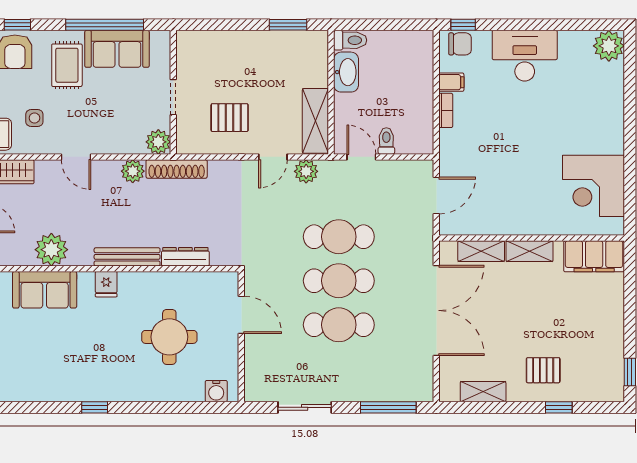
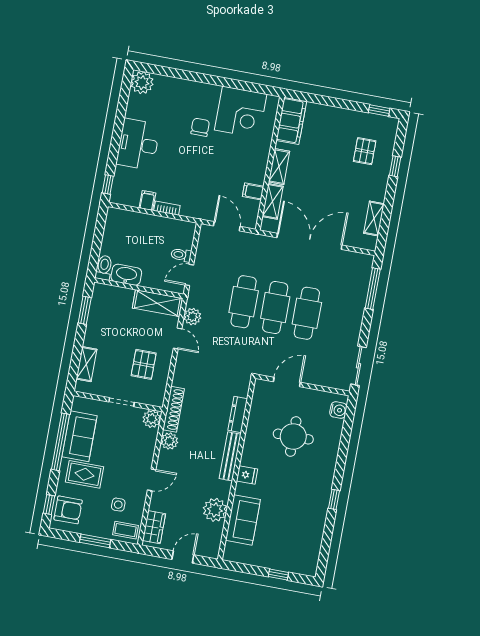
shelving: (216, 40) -> (86, 364), added
chair: (460, 44) -> (200, 127), moved
filing cabinet: (490, 222) -> (253, 191), added
pallet: (543, 370) -> (365, 151), moved
sliding door: (305, 407) -> (359, 366), moved

